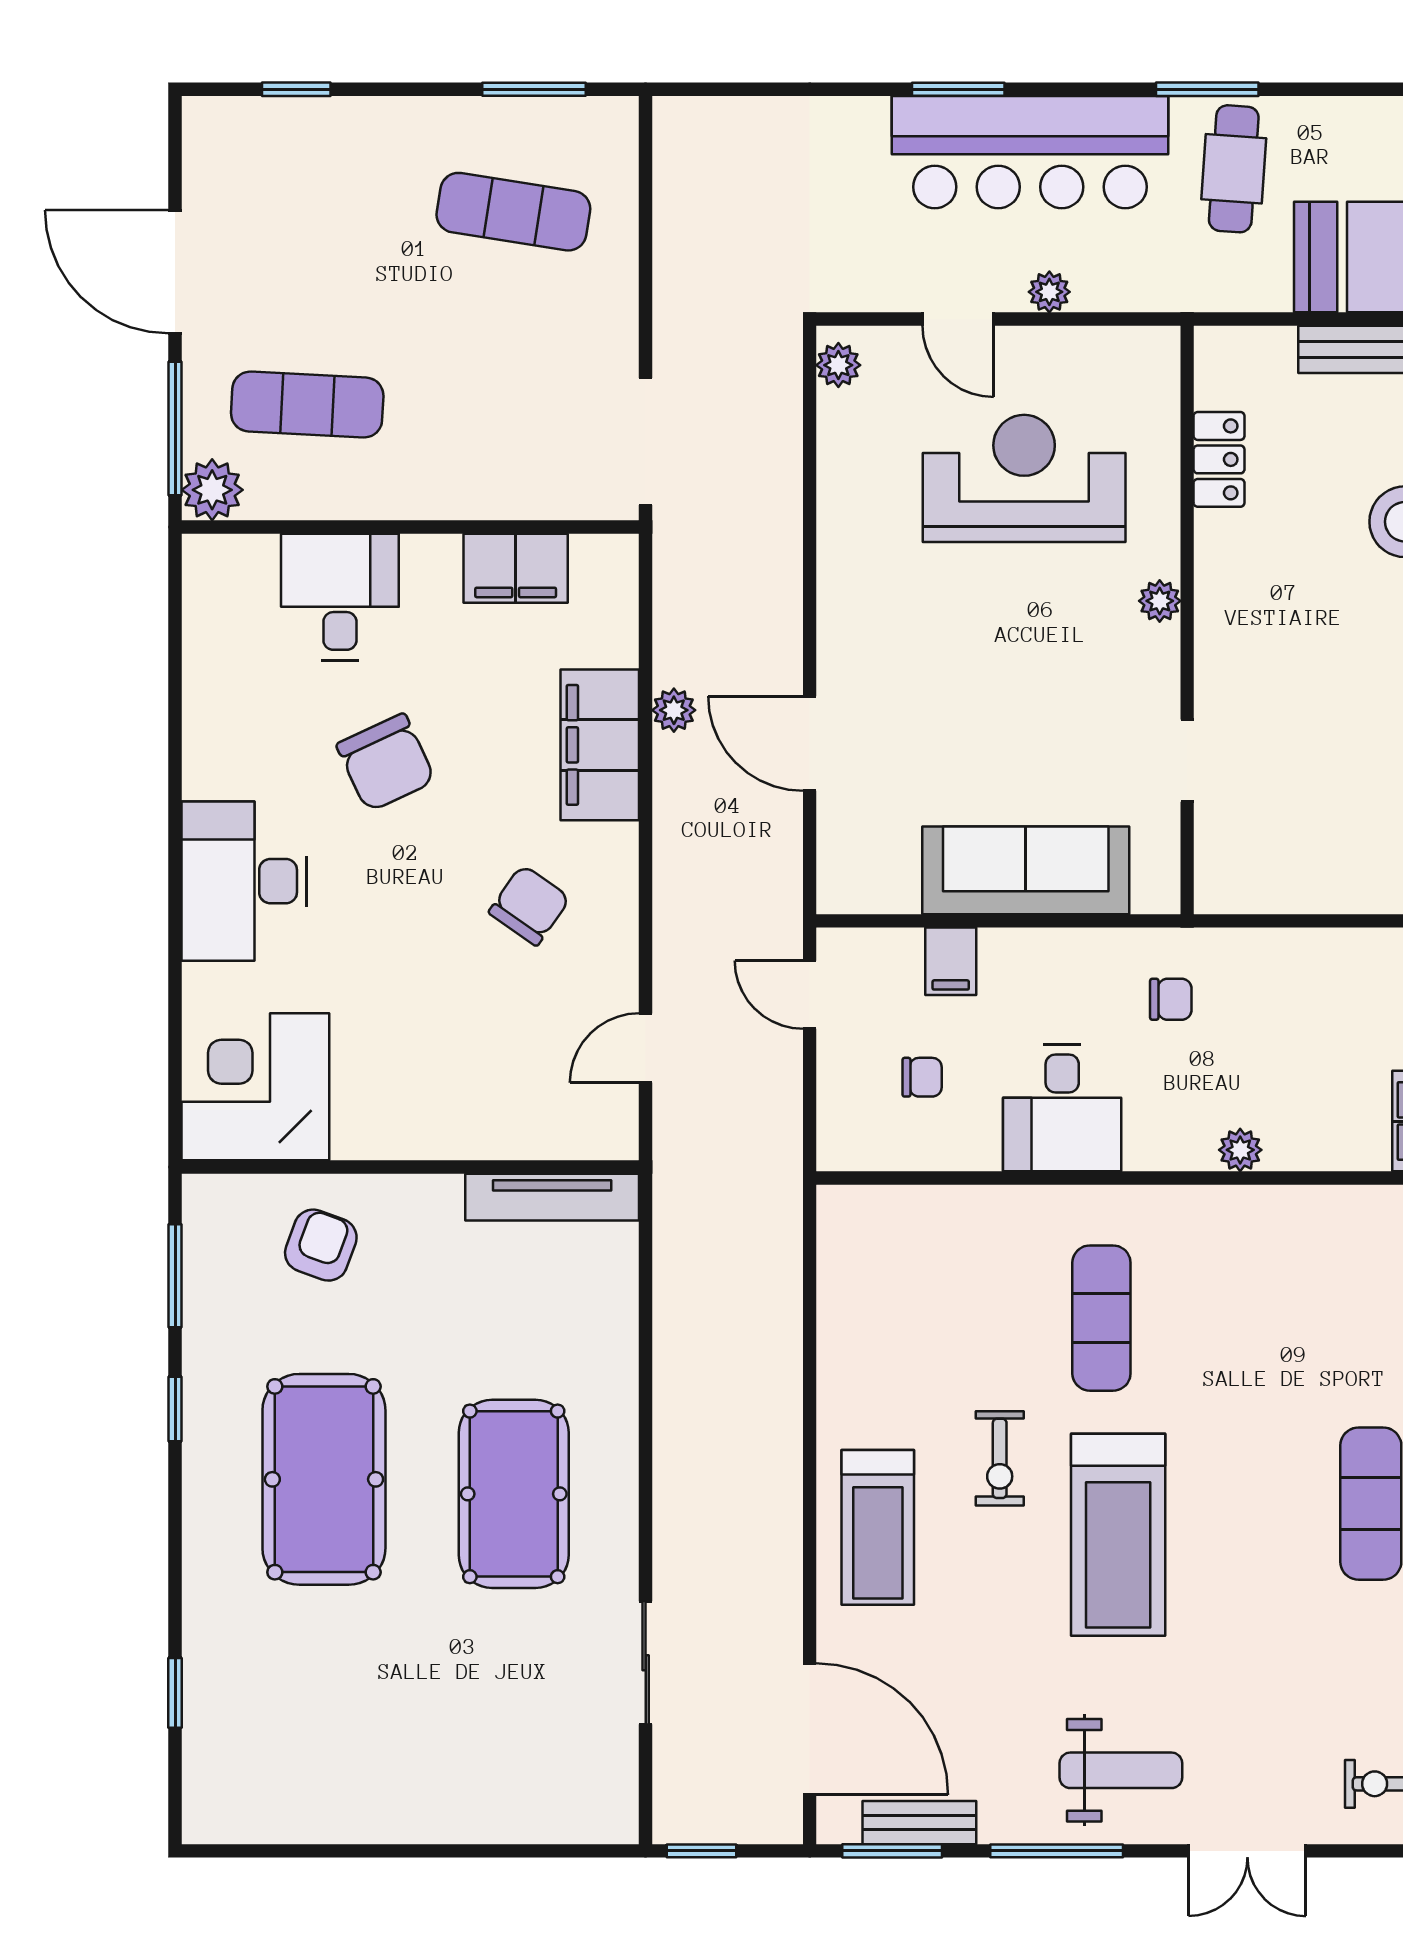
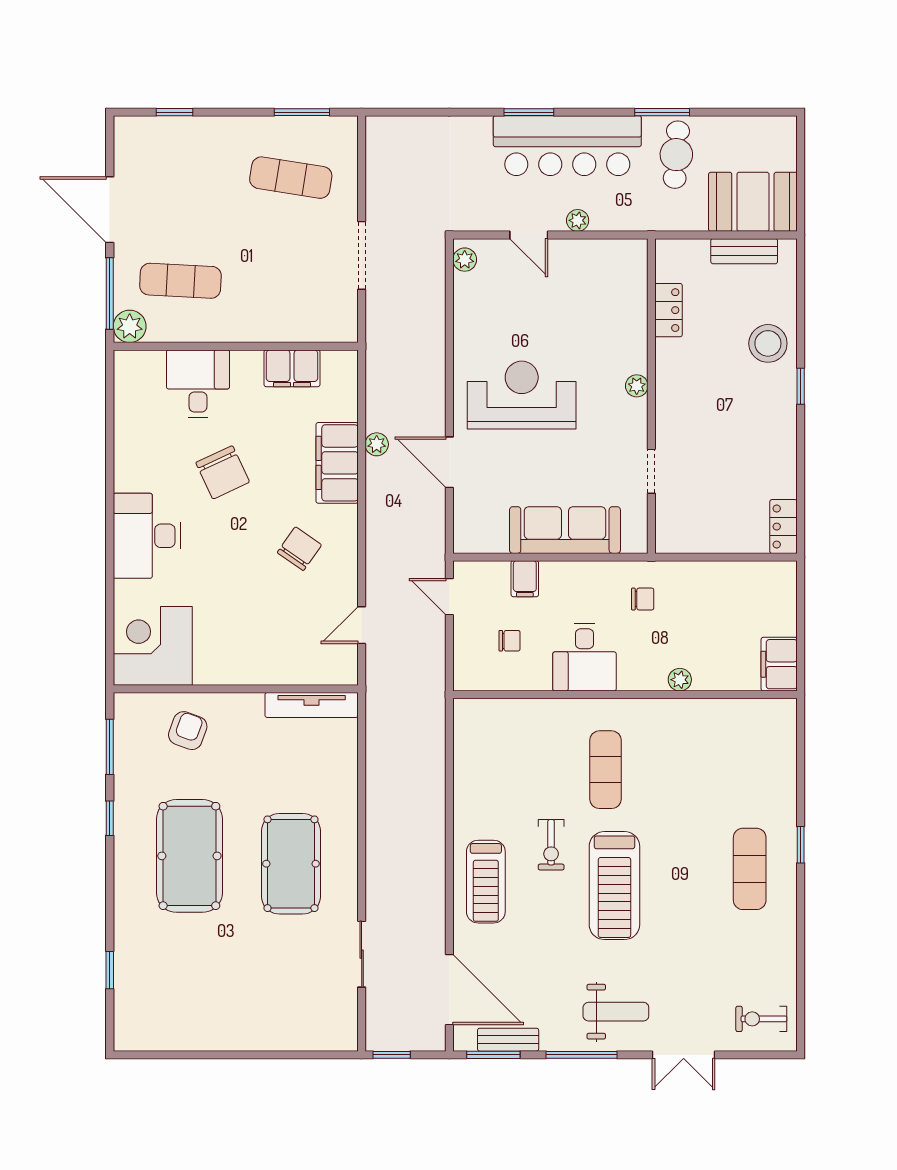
doorway: (646, 442) -> (362, 255), moved
reception desk: (1024, 478) -> (522, 395), moved

